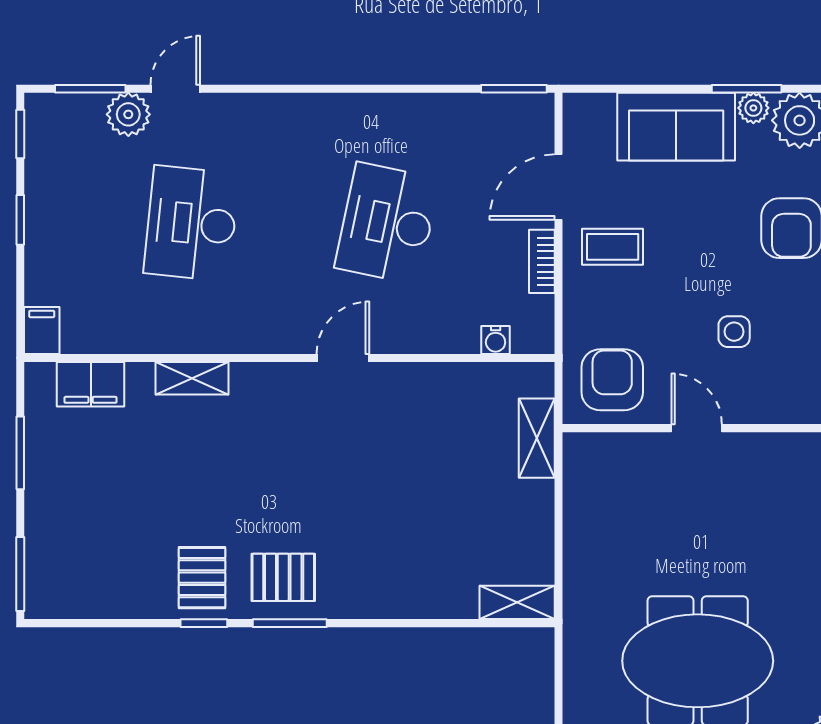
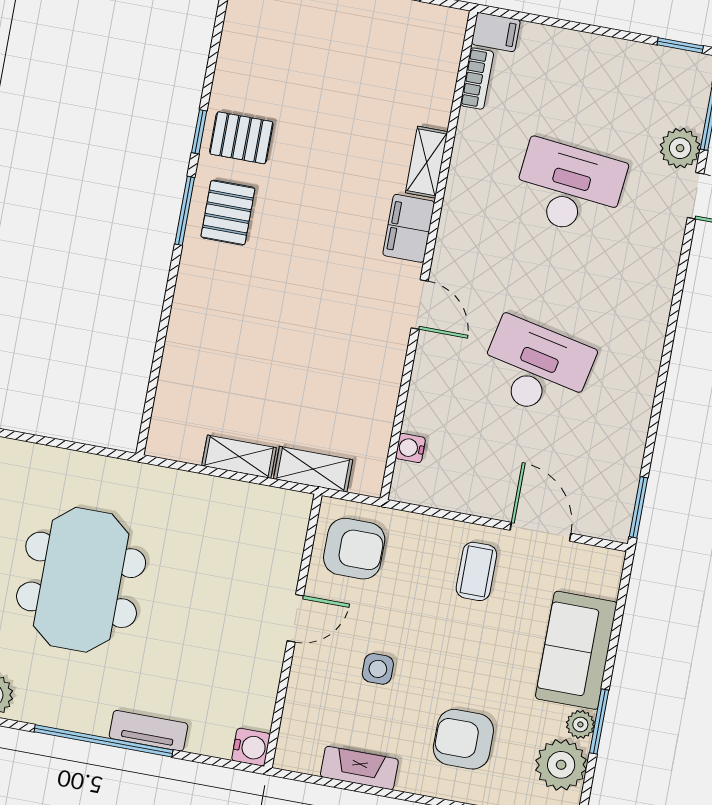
window: (20, 220) -> (601, 31), removed
bookcase: (542, 261) -> (477, 79), moved, turned 90
filing cabinet: (91, 384) -> (409, 228), moved
shelving: (517, 602) -> (239, 457), moved, turned 90

